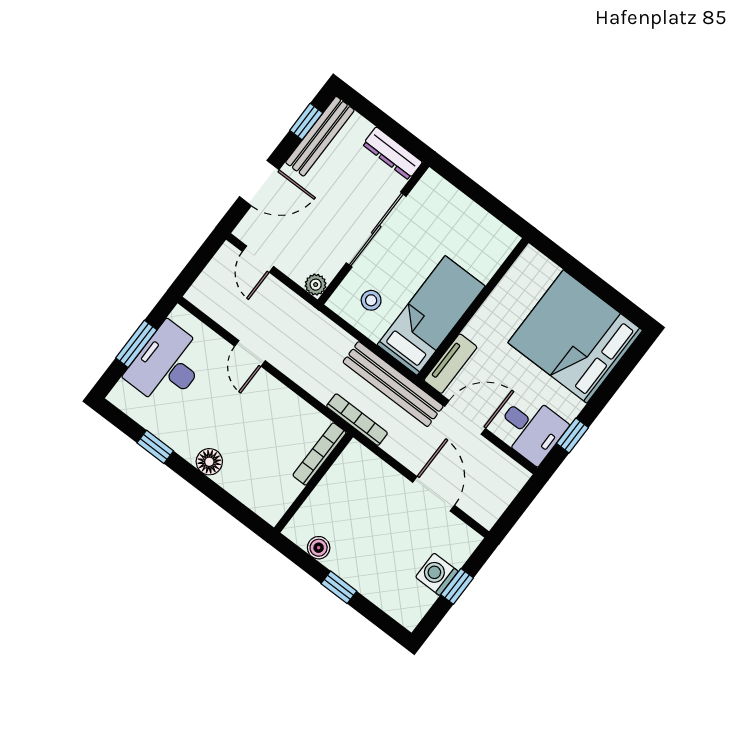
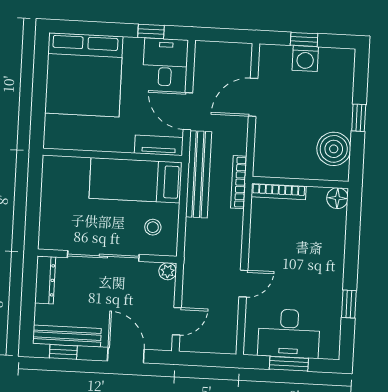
floor lamp: (209, 462) -> (337, 198), moved
boiler: (319, 548) -> (334, 149), width x1.86, depth x1.86

